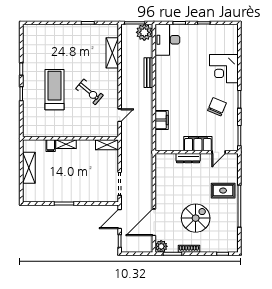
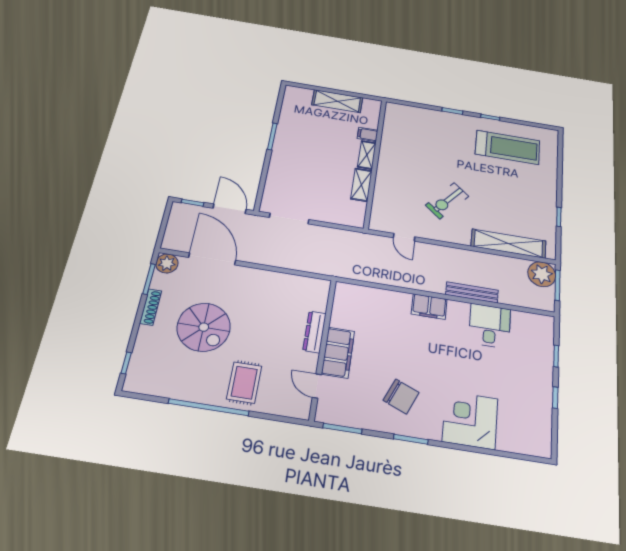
plant: (144, 32) -> (542, 274), moved
desk: (167, 40) -> (490, 326), moved, width x0.73
shelving: (112, 53) -> (509, 244), width x1.47
treadmill: (54, 90) -> (508, 147), moved
filing cabinet: (162, 120) -> (429, 307), moved
shelving: (107, 145) -> (361, 185), moved

